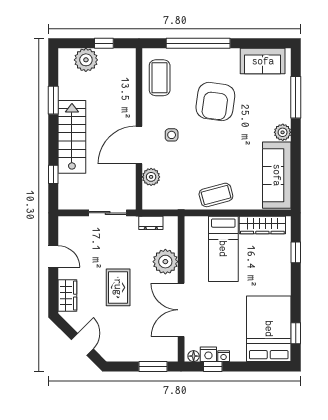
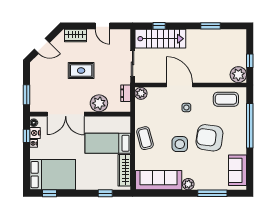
plant: (86, 60) -> (238, 75), moved
stairs: (72, 137) -> (160, 39), moved
side table: (225, 144) -> (180, 144), added
plant: (151, 177) -> (141, 93), moved
door: (53, 256) -> (103, 26), hinge flipped
double door: (181, 310) -> (66, 114), swing flipped

